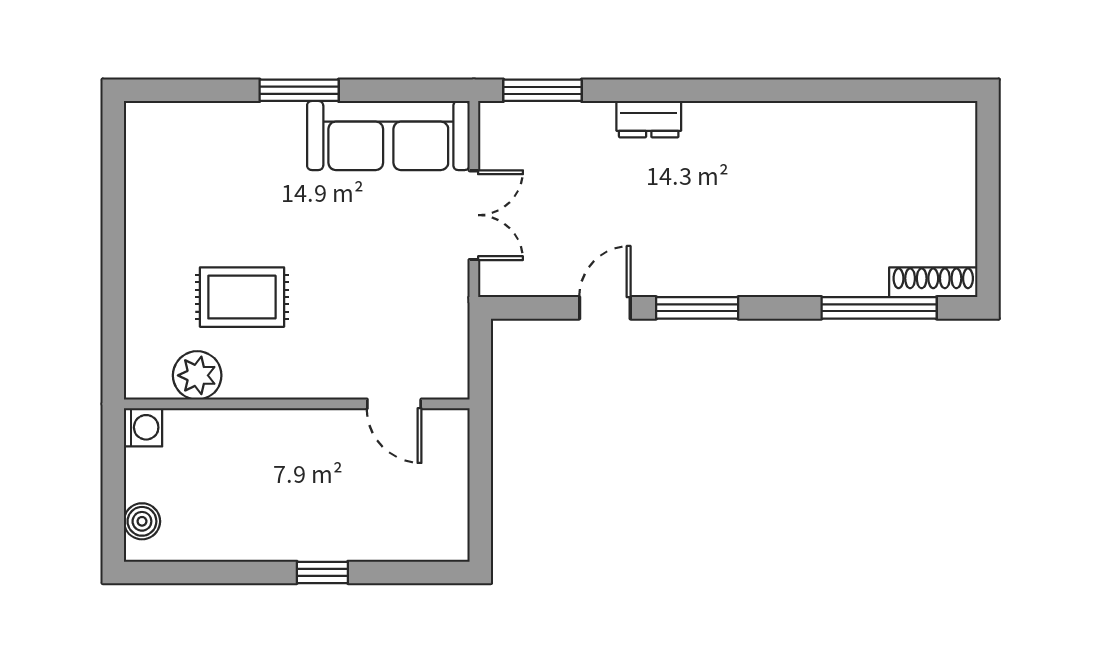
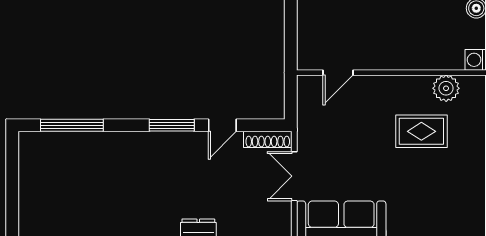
shoe rack: (933, 282) -> (268, 139), moved
door: (394, 404) -> (338, 73), swing flipped

